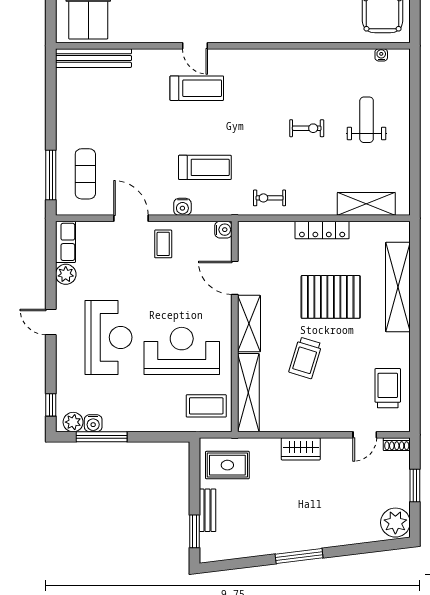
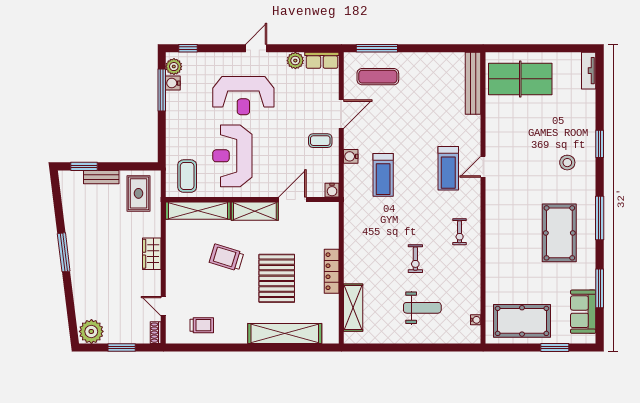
exercise bike: (269, 198) -> (460, 232), moved, turned 180
reception desk: (182, 351) -> (232, 156), turned 180
trolley: (388, 388) -> (202, 325), width x0.73, depth x0.72

